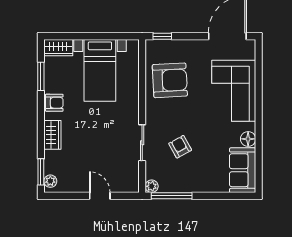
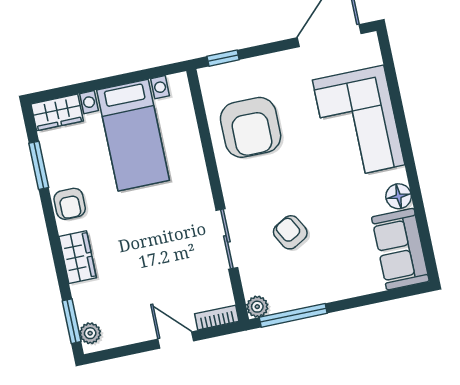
armchair: (170, 80) -> (251, 127), turned 93
armchair: (54, 103) -> (70, 204), turned 90
bookcase: (126, 188) -> (217, 318), added

